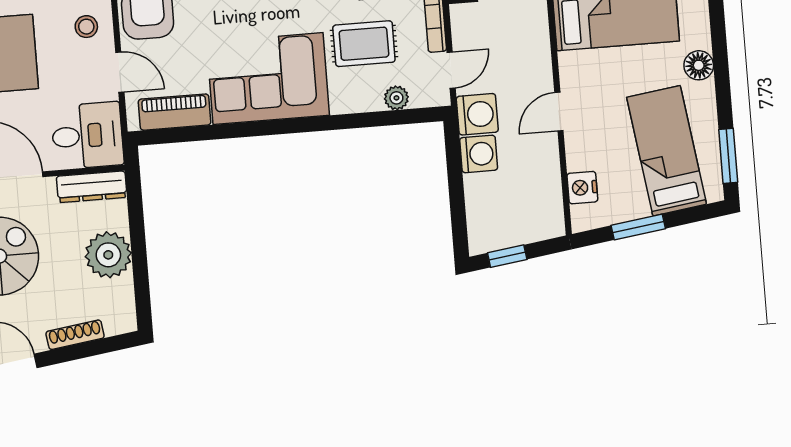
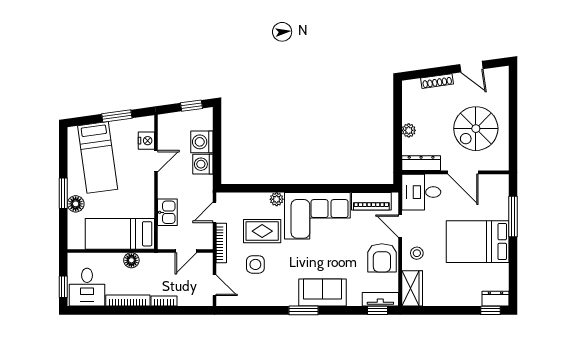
kitchen sink: (535, 64) -> (167, 212), added
plant: (396, 98) -> (277, 199), moved
door: (559, 112) -> (156, 161), moved
washing machine: (477, 114) -> (202, 142), moved
window: (728, 156) -> (63, 193), moved
plant: (108, 255) -> (409, 130), width x0.53, depth x0.53

